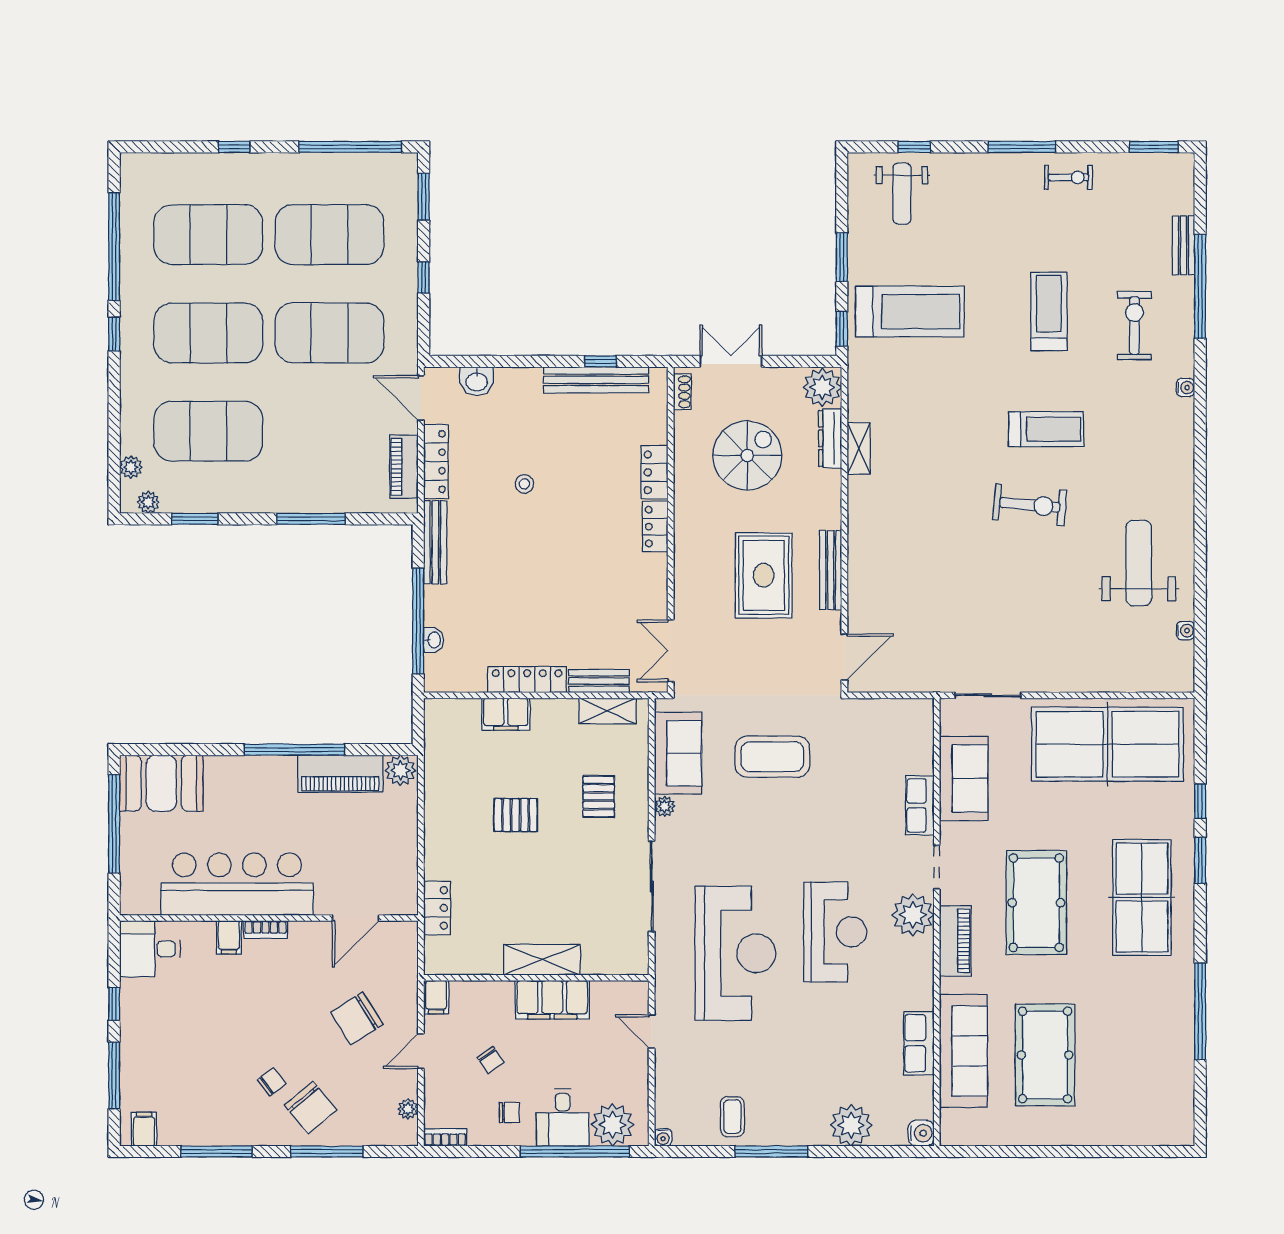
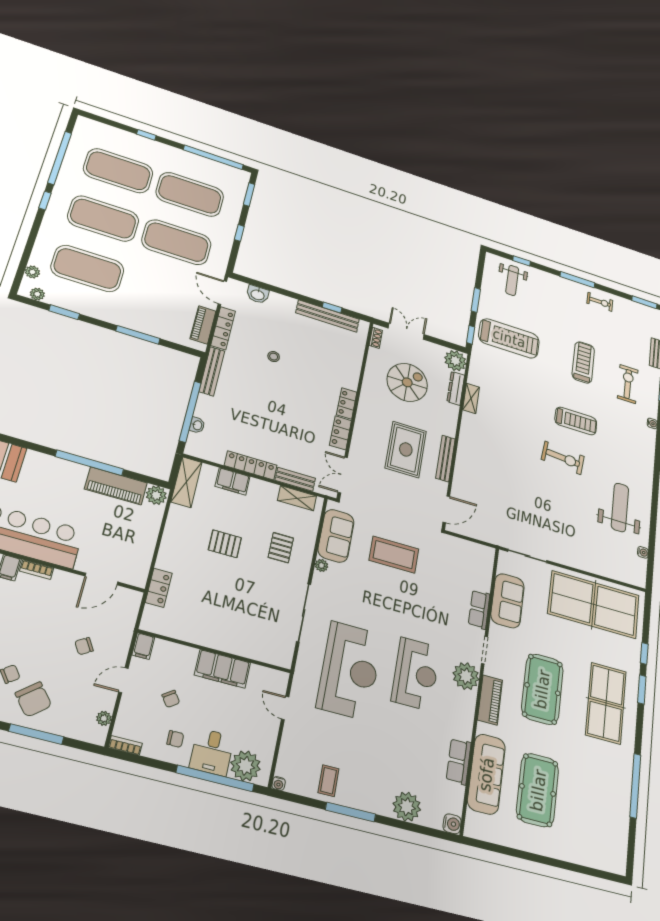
locker: (654, 472) -> (340, 433), moved
shelving: (542, 960) -> (187, 482), moved, turned 90
chair: (357, 1019) -> (84, 646), width x0.54, depth x0.54

